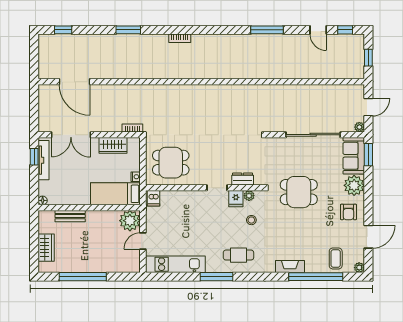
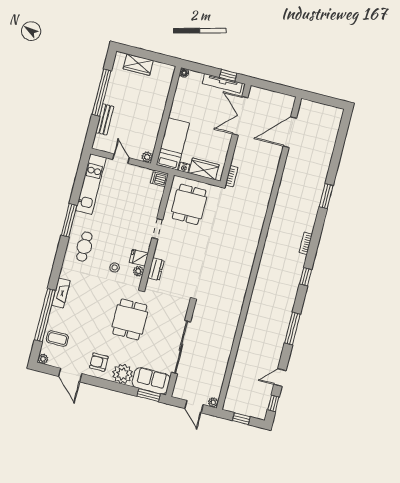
window: (63, 30) -> (306, 277), moved
plant: (359, 127) -> (213, 402), moved
wardrobe: (113, 145) -> (204, 169), moved, turned 90
doorway: (217, 188) -> (157, 229), moved
bench: (70, 216) -> (105, 119), moved
plant: (130, 221) -> (147, 157), width x0.53, depth x0.53

